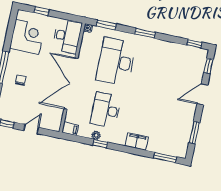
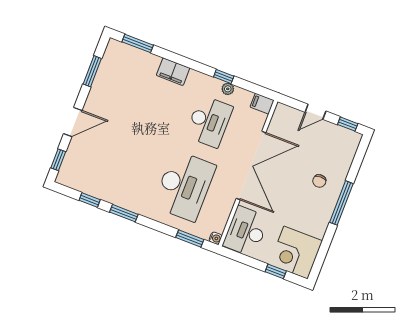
window: (145, 33) -> (124, 213), moved
corner desk: (27, 37) -> (296, 253), moved
window: (194, 44) -> (90, 200), moved

